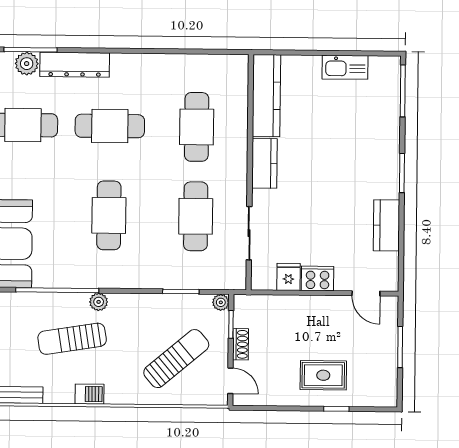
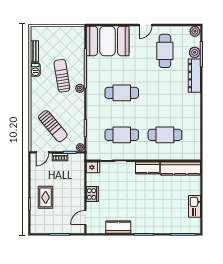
cafe table: (110, 126) -> (165, 93), removed
fridge: (288, 277) -> (93, 167), moved
barbecue: (90, 394) -> (35, 70), moved

